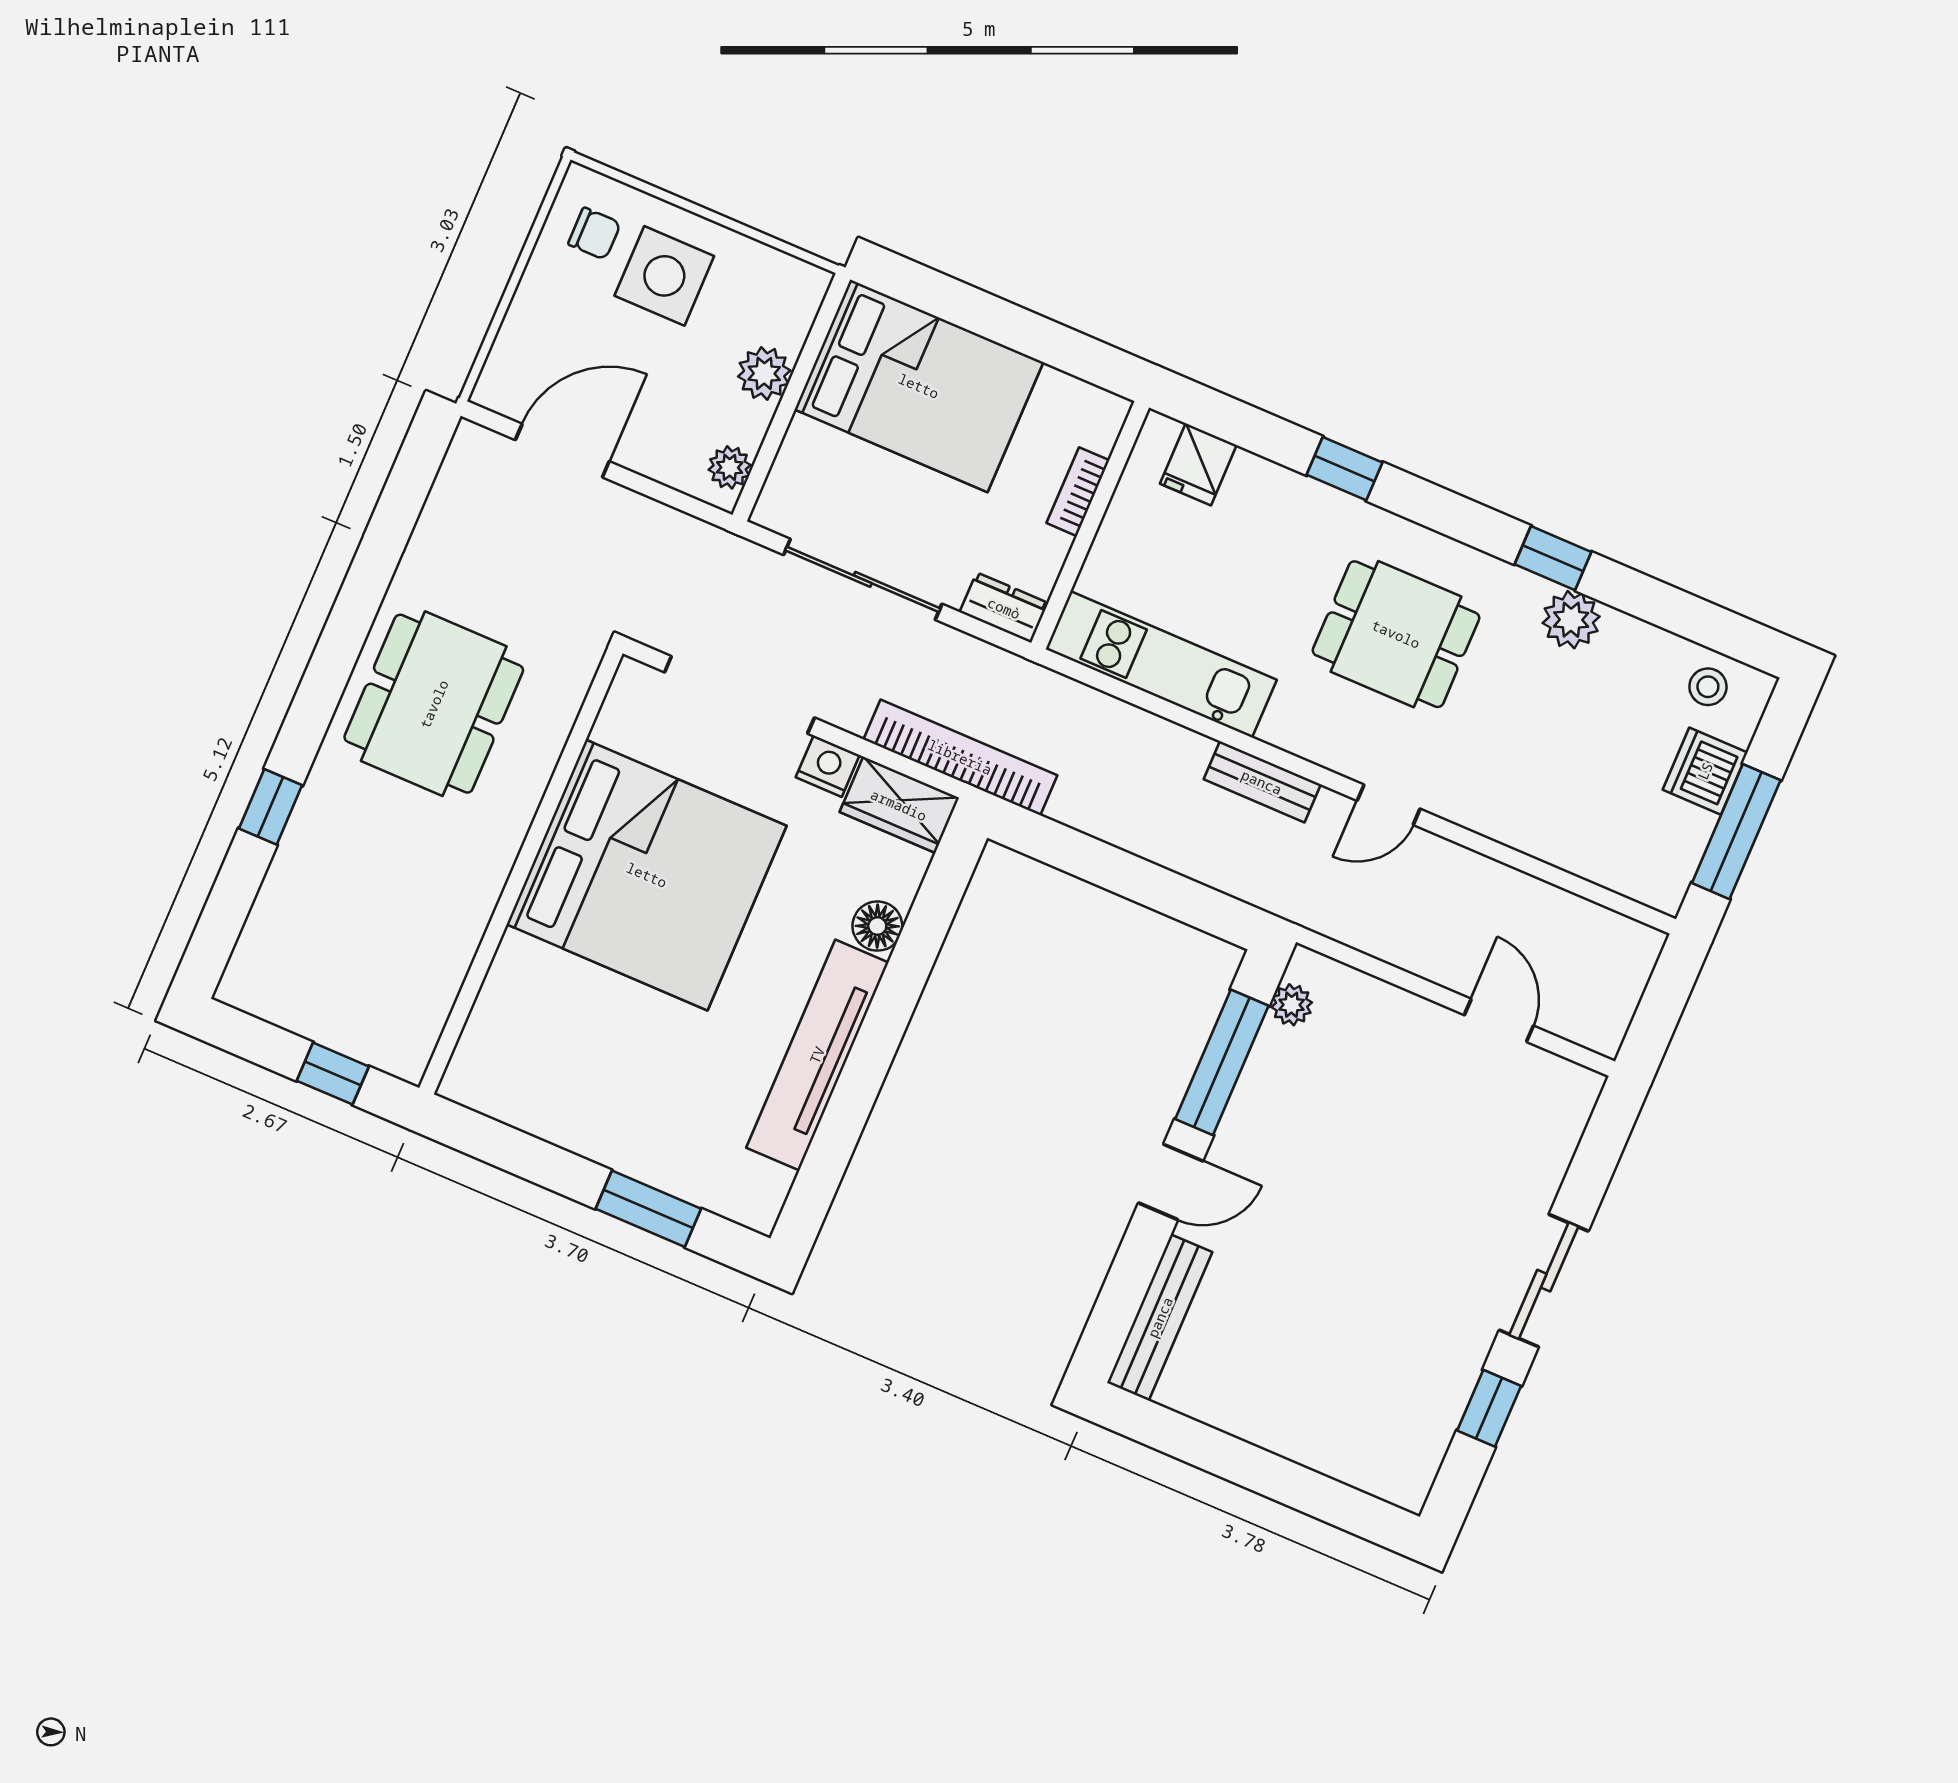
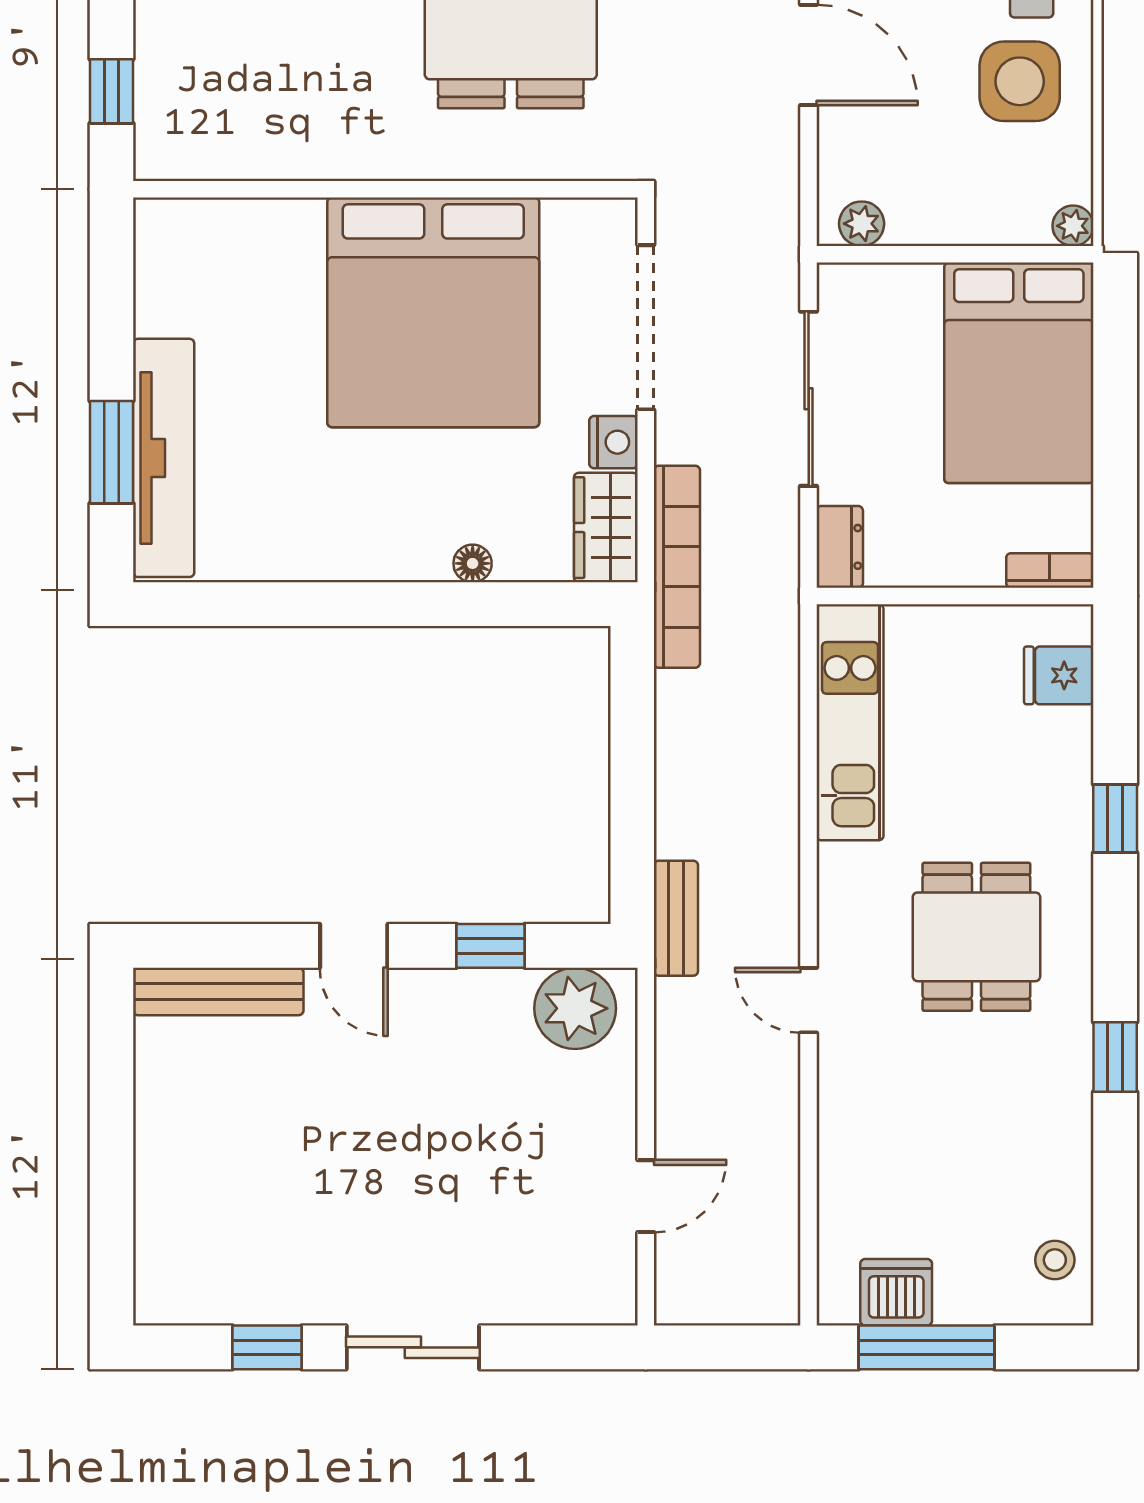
plant: (764, 373) -> (1073, 226), moved, width x0.73, depth x0.73
bookcase: (1078, 492) -> (1050, 570), moved
plant: (1571, 620) -> (1063, 1100), removed
dishwasher: (1705, 771) -> (896, 1292), moved
bench: (1262, 782) -> (676, 918), moved
floor lamp: (877, 926) -> (473, 563), width x0.73, depth x0.73
plant: (1292, 1005) -> (575, 1008), width x1.87, depth x1.87
tv unit: (817, 1055) -> (164, 458), moved, turned 90
window: (1222, 1062) -> (490, 946), width x0.46

